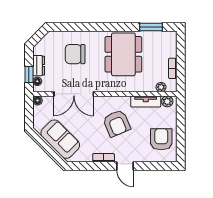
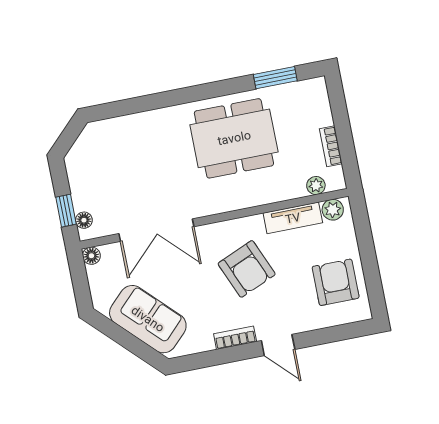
chair: (75, 54) -> (144, 156), removed
dining table: (123, 54) -> (234, 138), turned 90
dresser: (39, 66) -> (81, 190), removed

